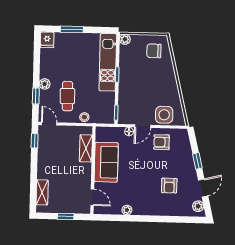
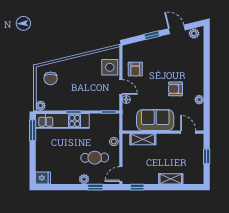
window: (72, 29) -> (33, 130), moved
armchair: (169, 186) -> (176, 89), moved, turned 180
shelving: (42, 192) -> (171, 179), moved
door: (92, 197) -> (188, 132), hinge flipped

